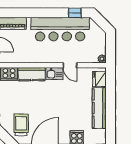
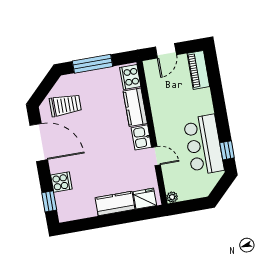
bar counter: (60, 29) -> (204, 145), width x0.73
door: (70, 65) -> (156, 156), swing flipped
kitchen counter: (99, 108) -> (115, 203), width x0.67

